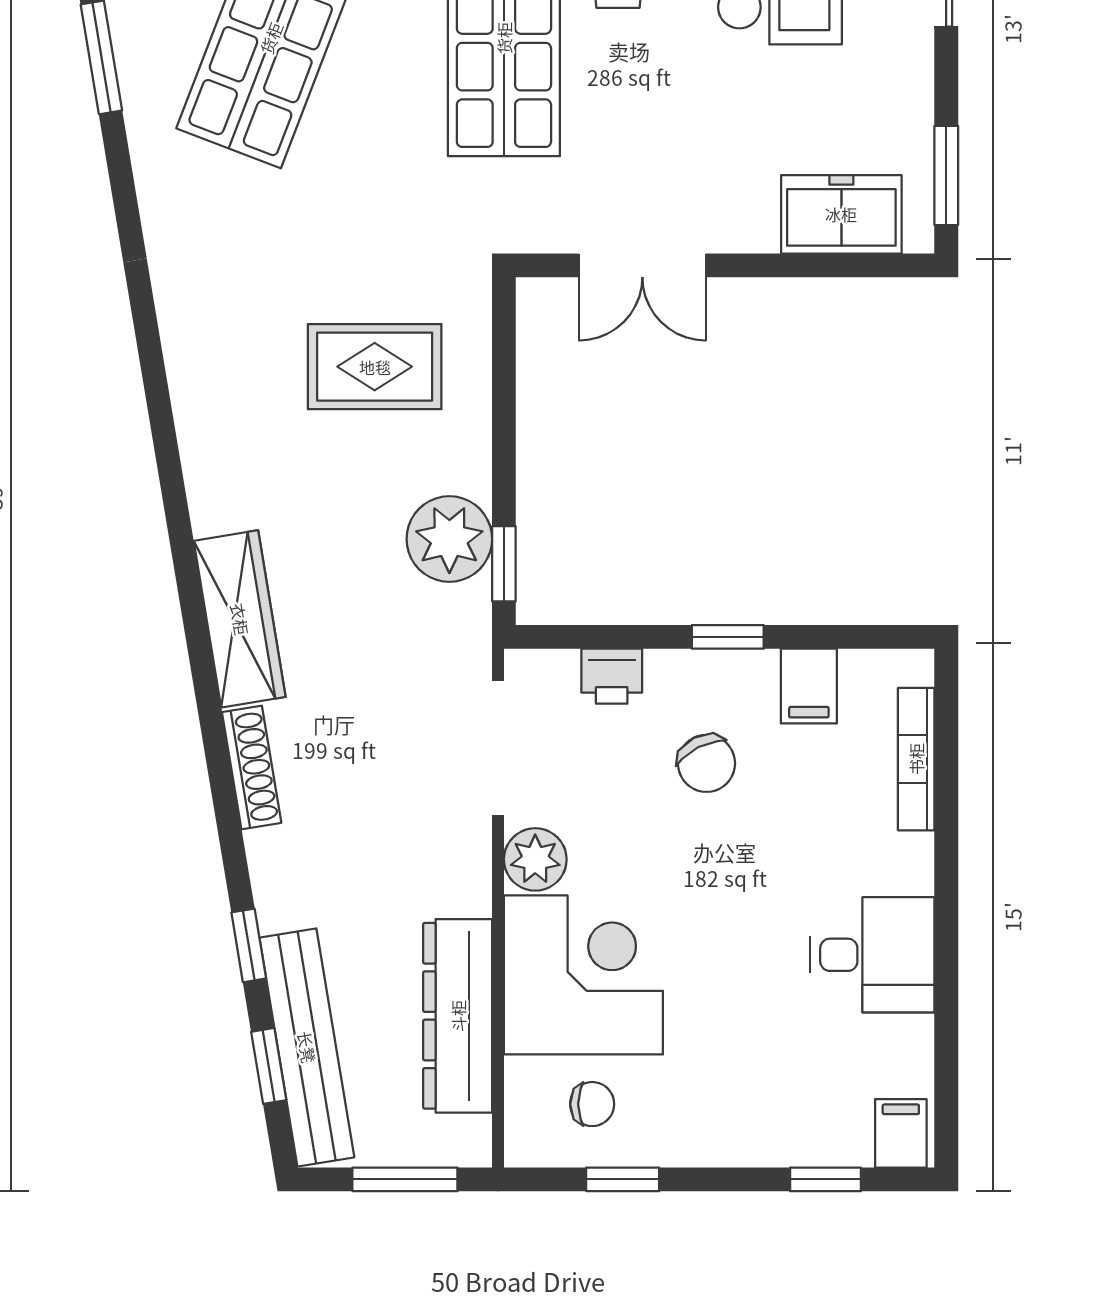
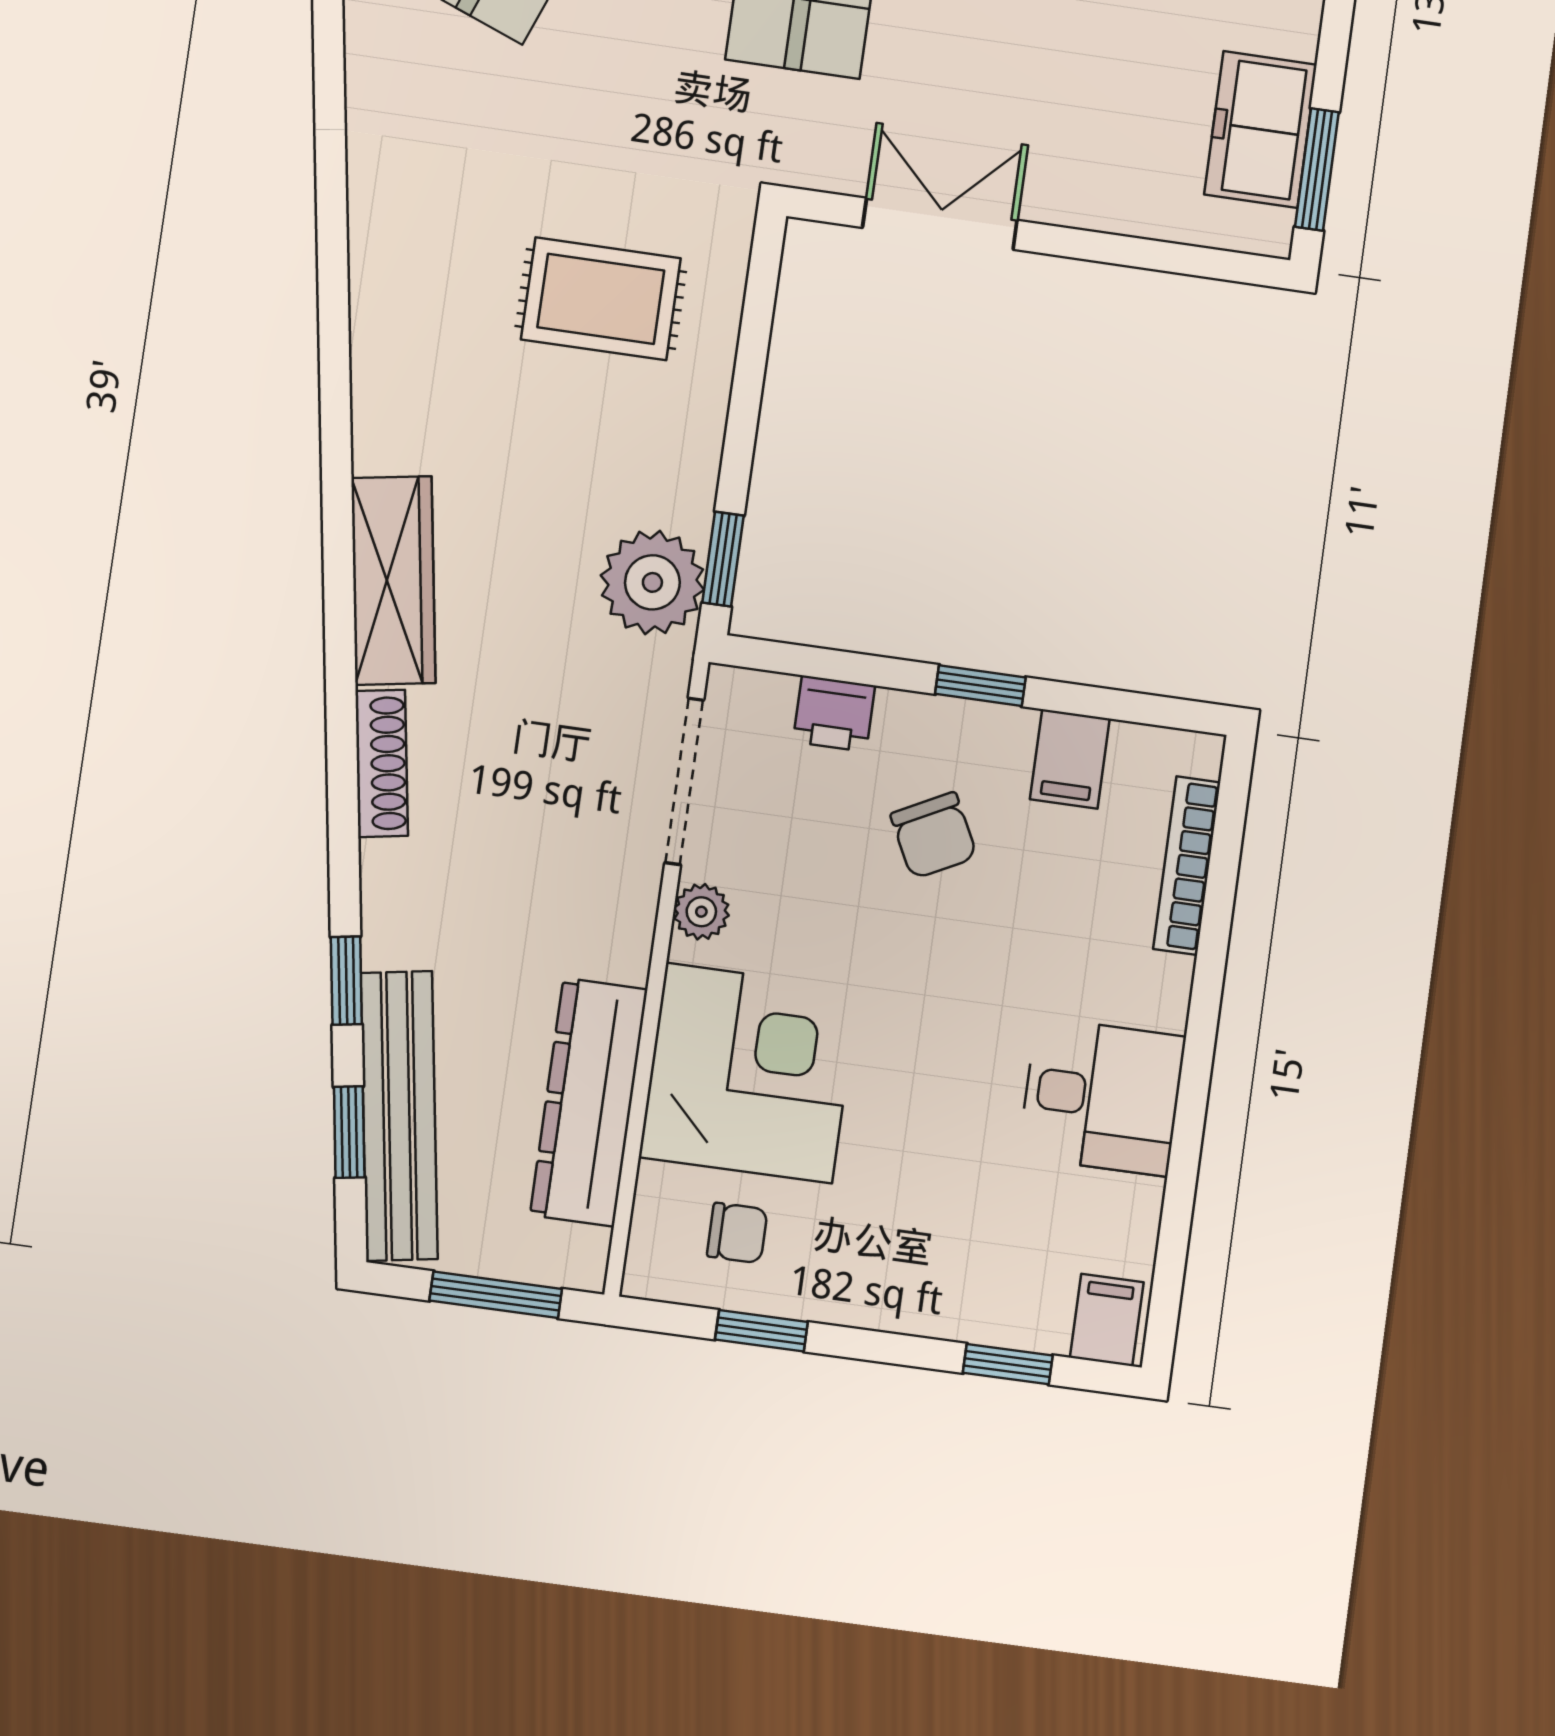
freezer: (841, 214) -> (1260, 129), moved, turned -90
double door: (642, 265) -> (940, 224), swing flipped
plant: (449, 539) -> (652, 582), moved
plant: (535, 859) -> (701, 912), width x0.73, depth x0.73

